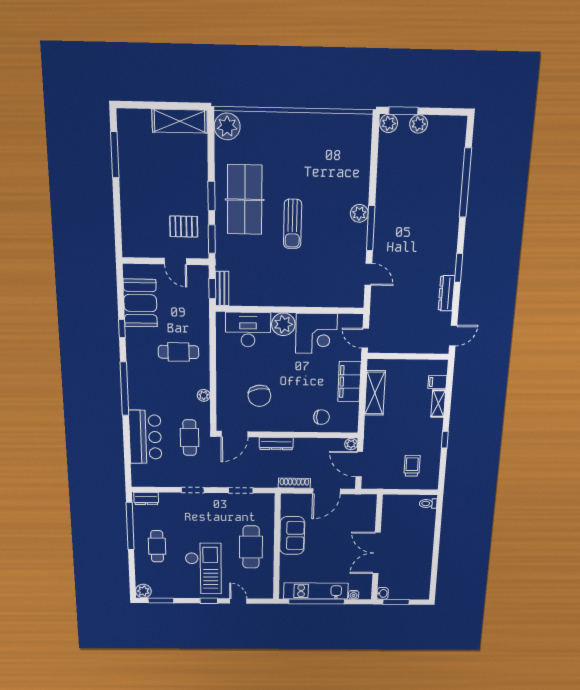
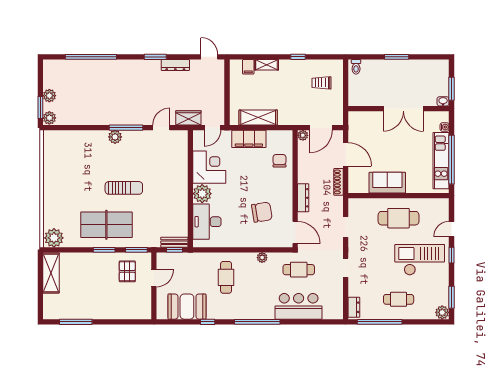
wardrobe: (379, 309) -> (188, 118), added
window: (436, 546) -> (397, 57), added

